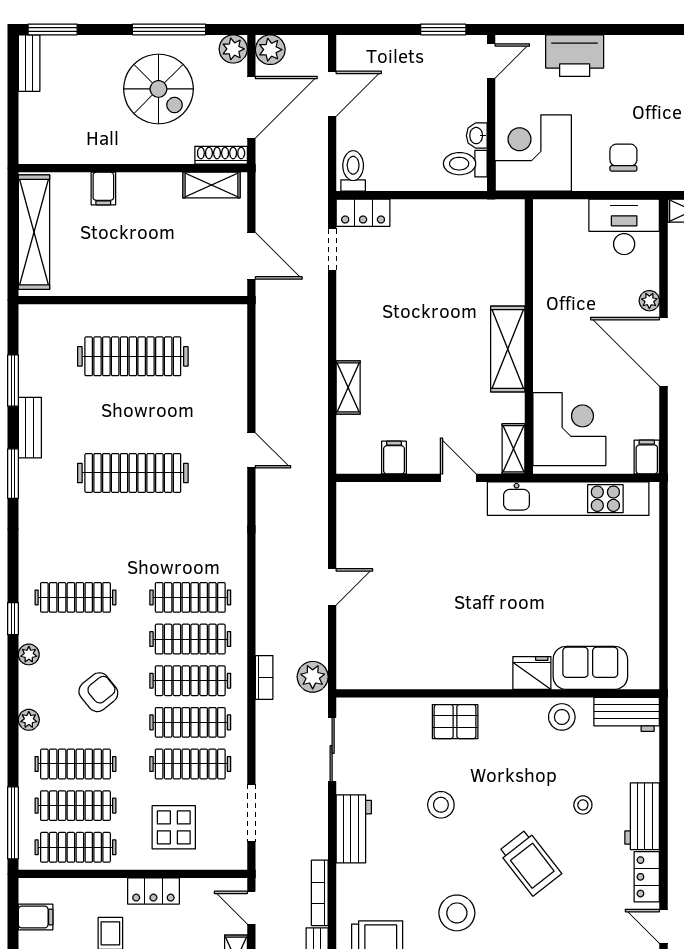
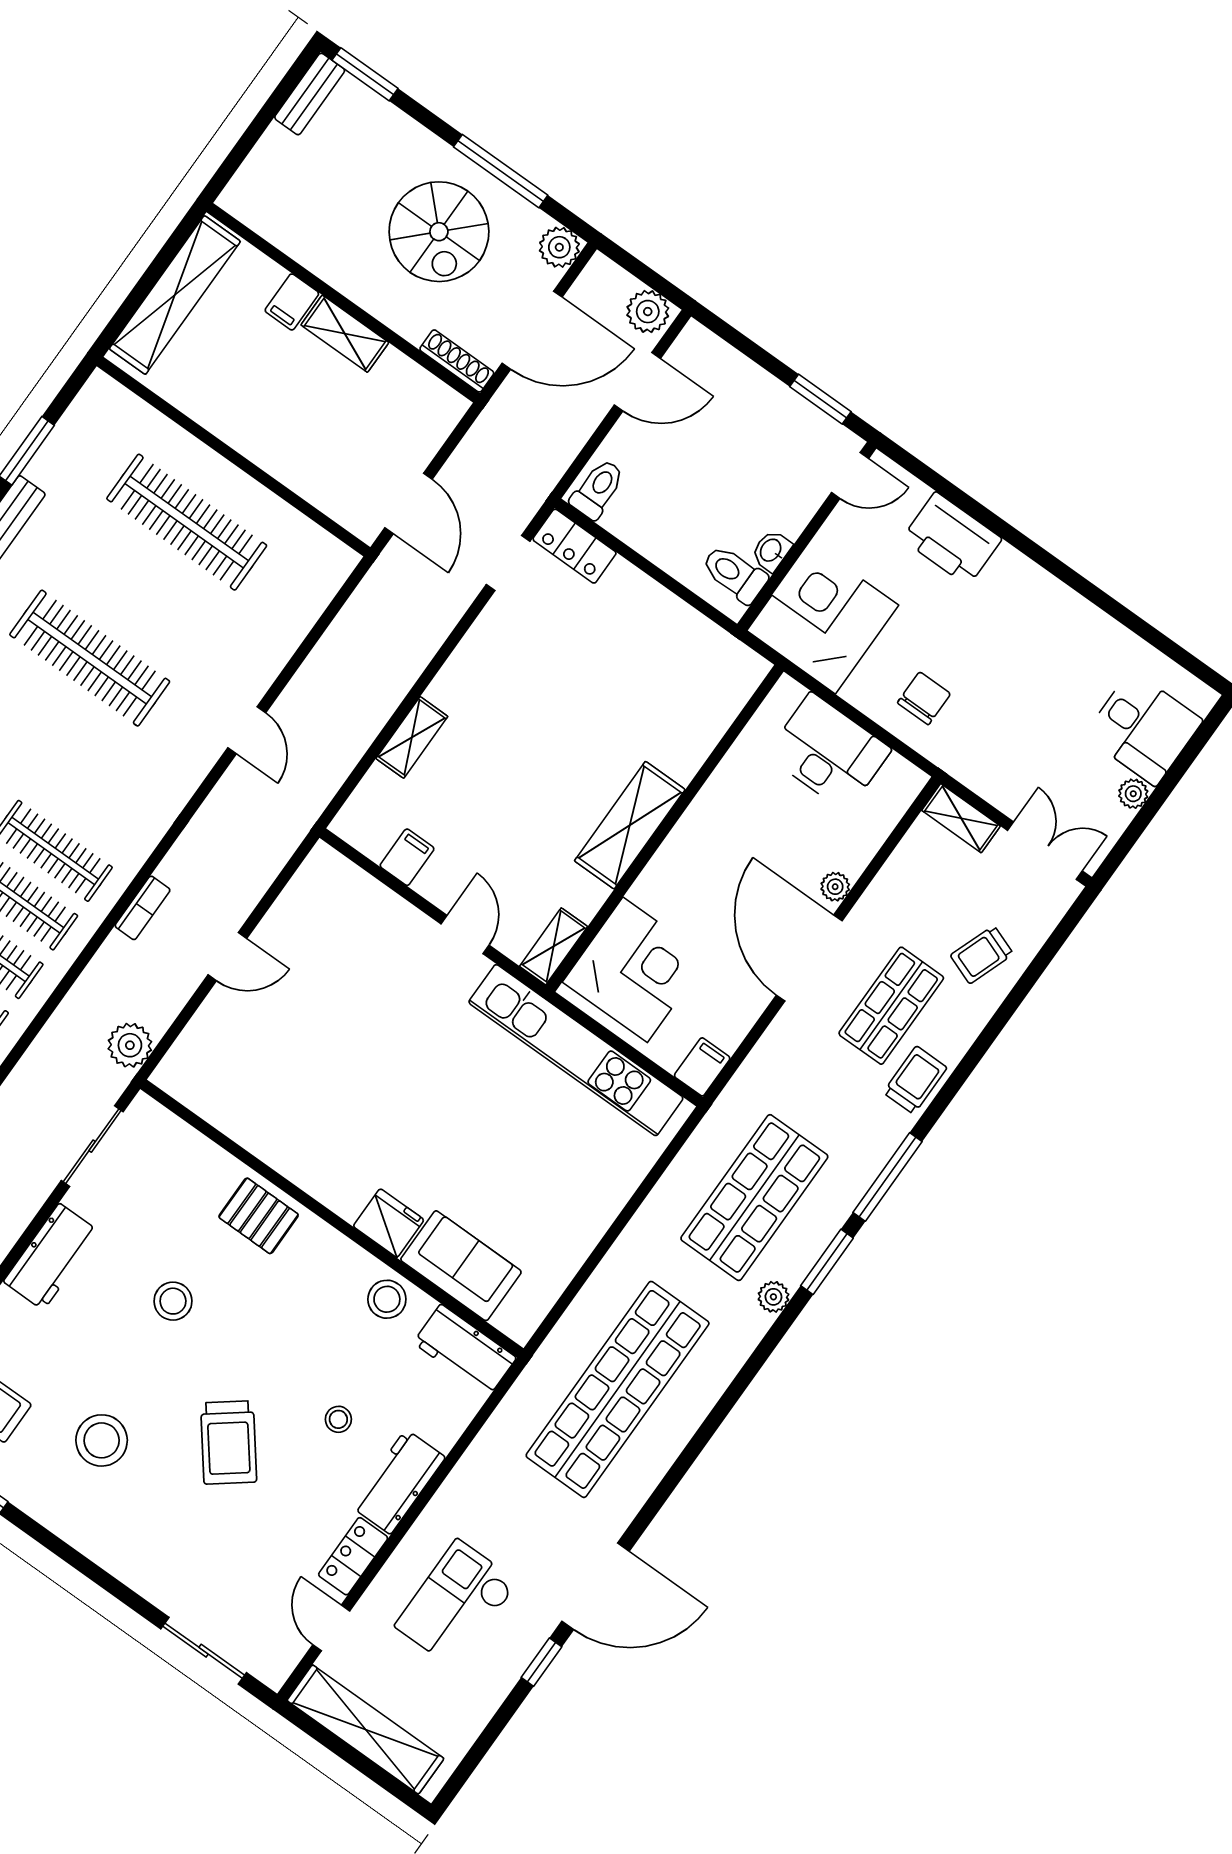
plant: (270, 50) -> (648, 312), moved
shelving: (211, 185) -> (345, 334), moved
desk: (624, 227) -> (828, 752), moved
bookcase: (264, 677) -> (143, 908), moved

